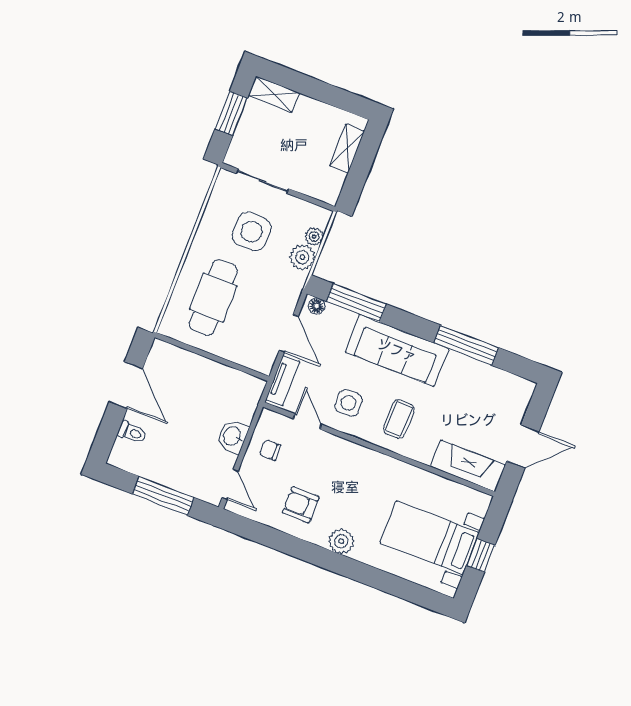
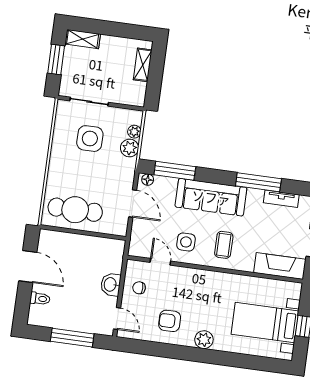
cafe table: (213, 298) -> (75, 210), moved, turned 90
tv unit: (283, 381) -> (281, 199), moved, turned 90

